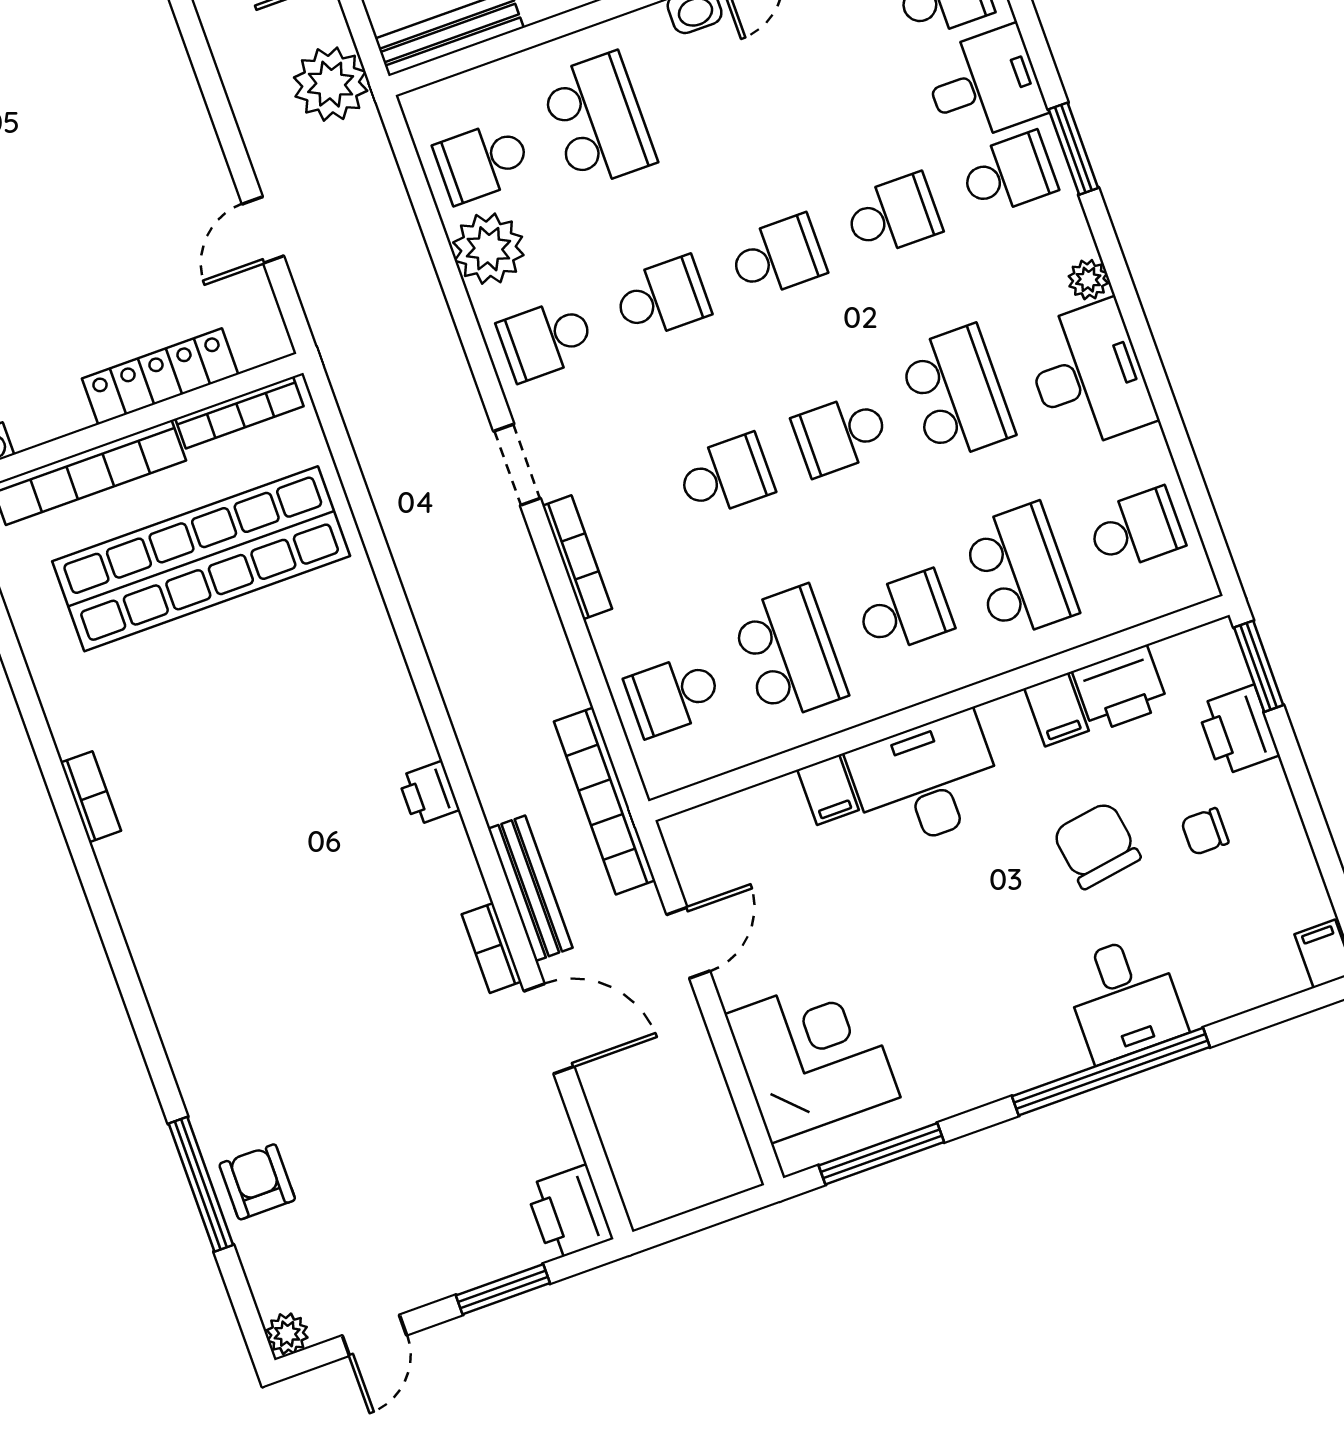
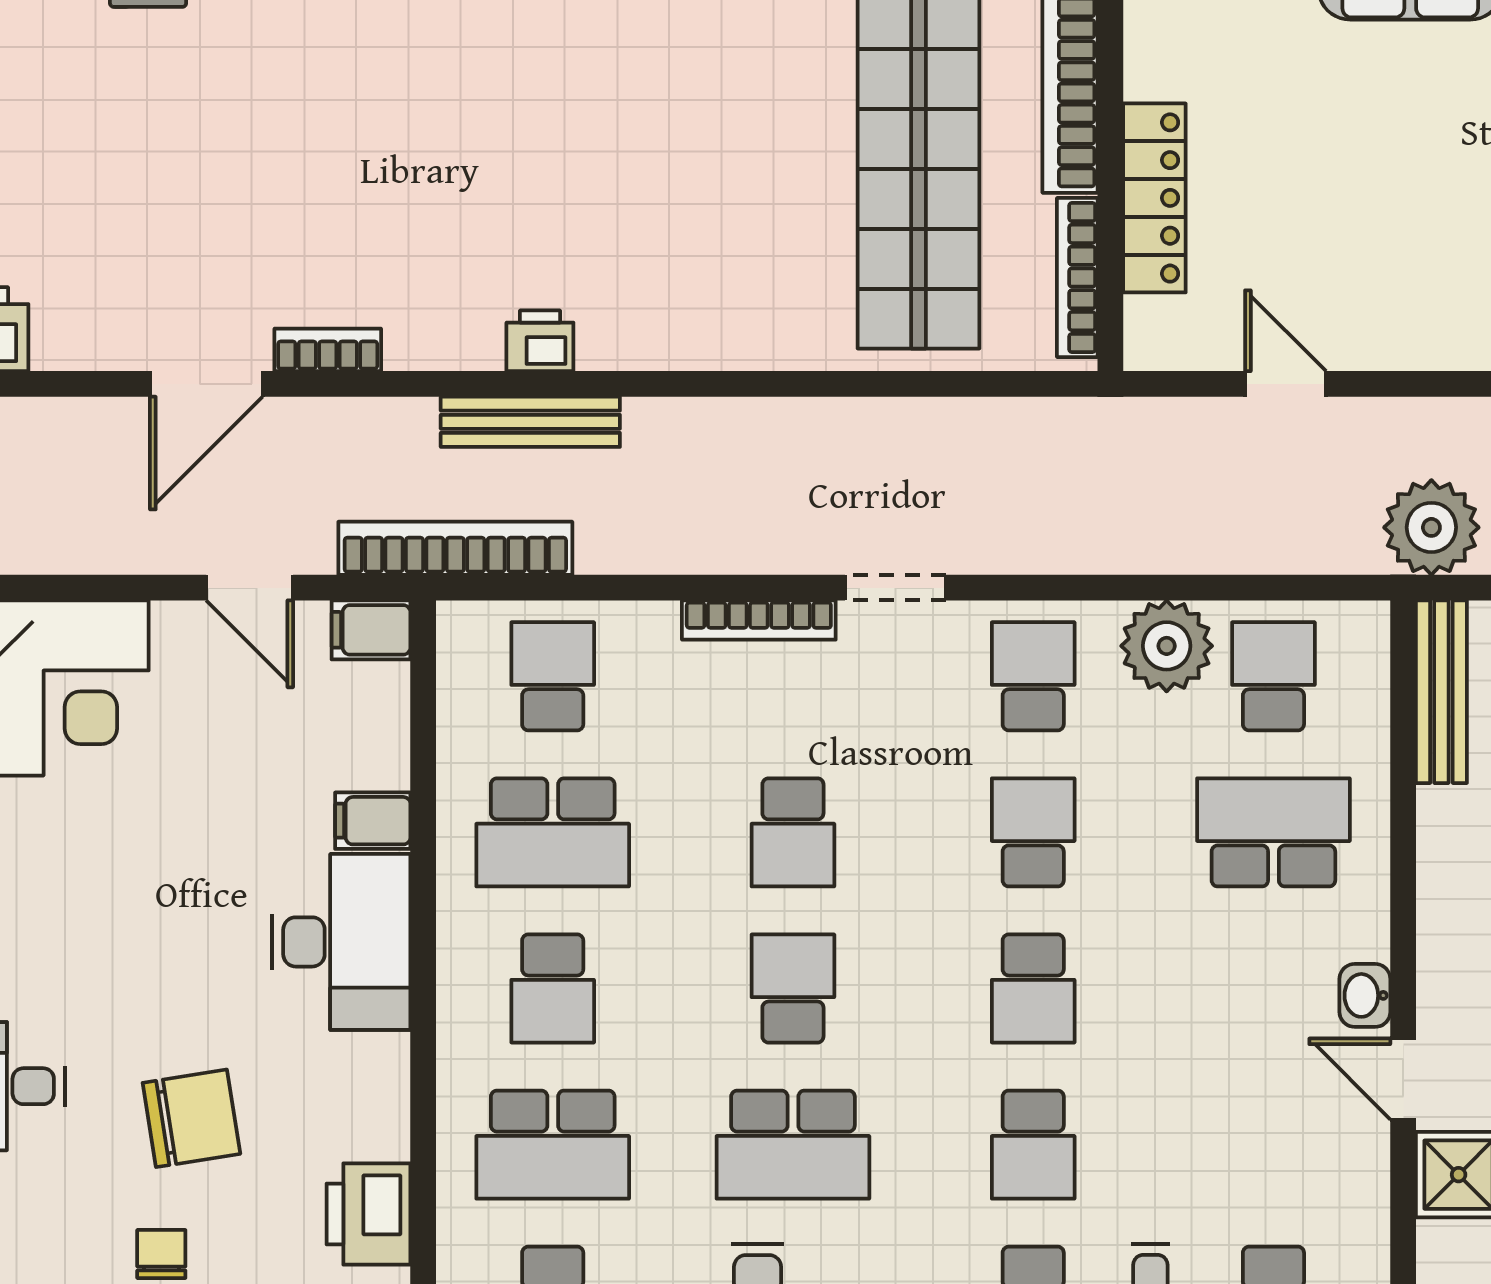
school desk: (598, 120) -> (1273, 832), turned 180
school desk: (662, 298) -> (1033, 832), turned 180
filing cabinet: (1057, 710) -> (371, 630), moved
bench: (530, 888) -> (530, 422), moved

